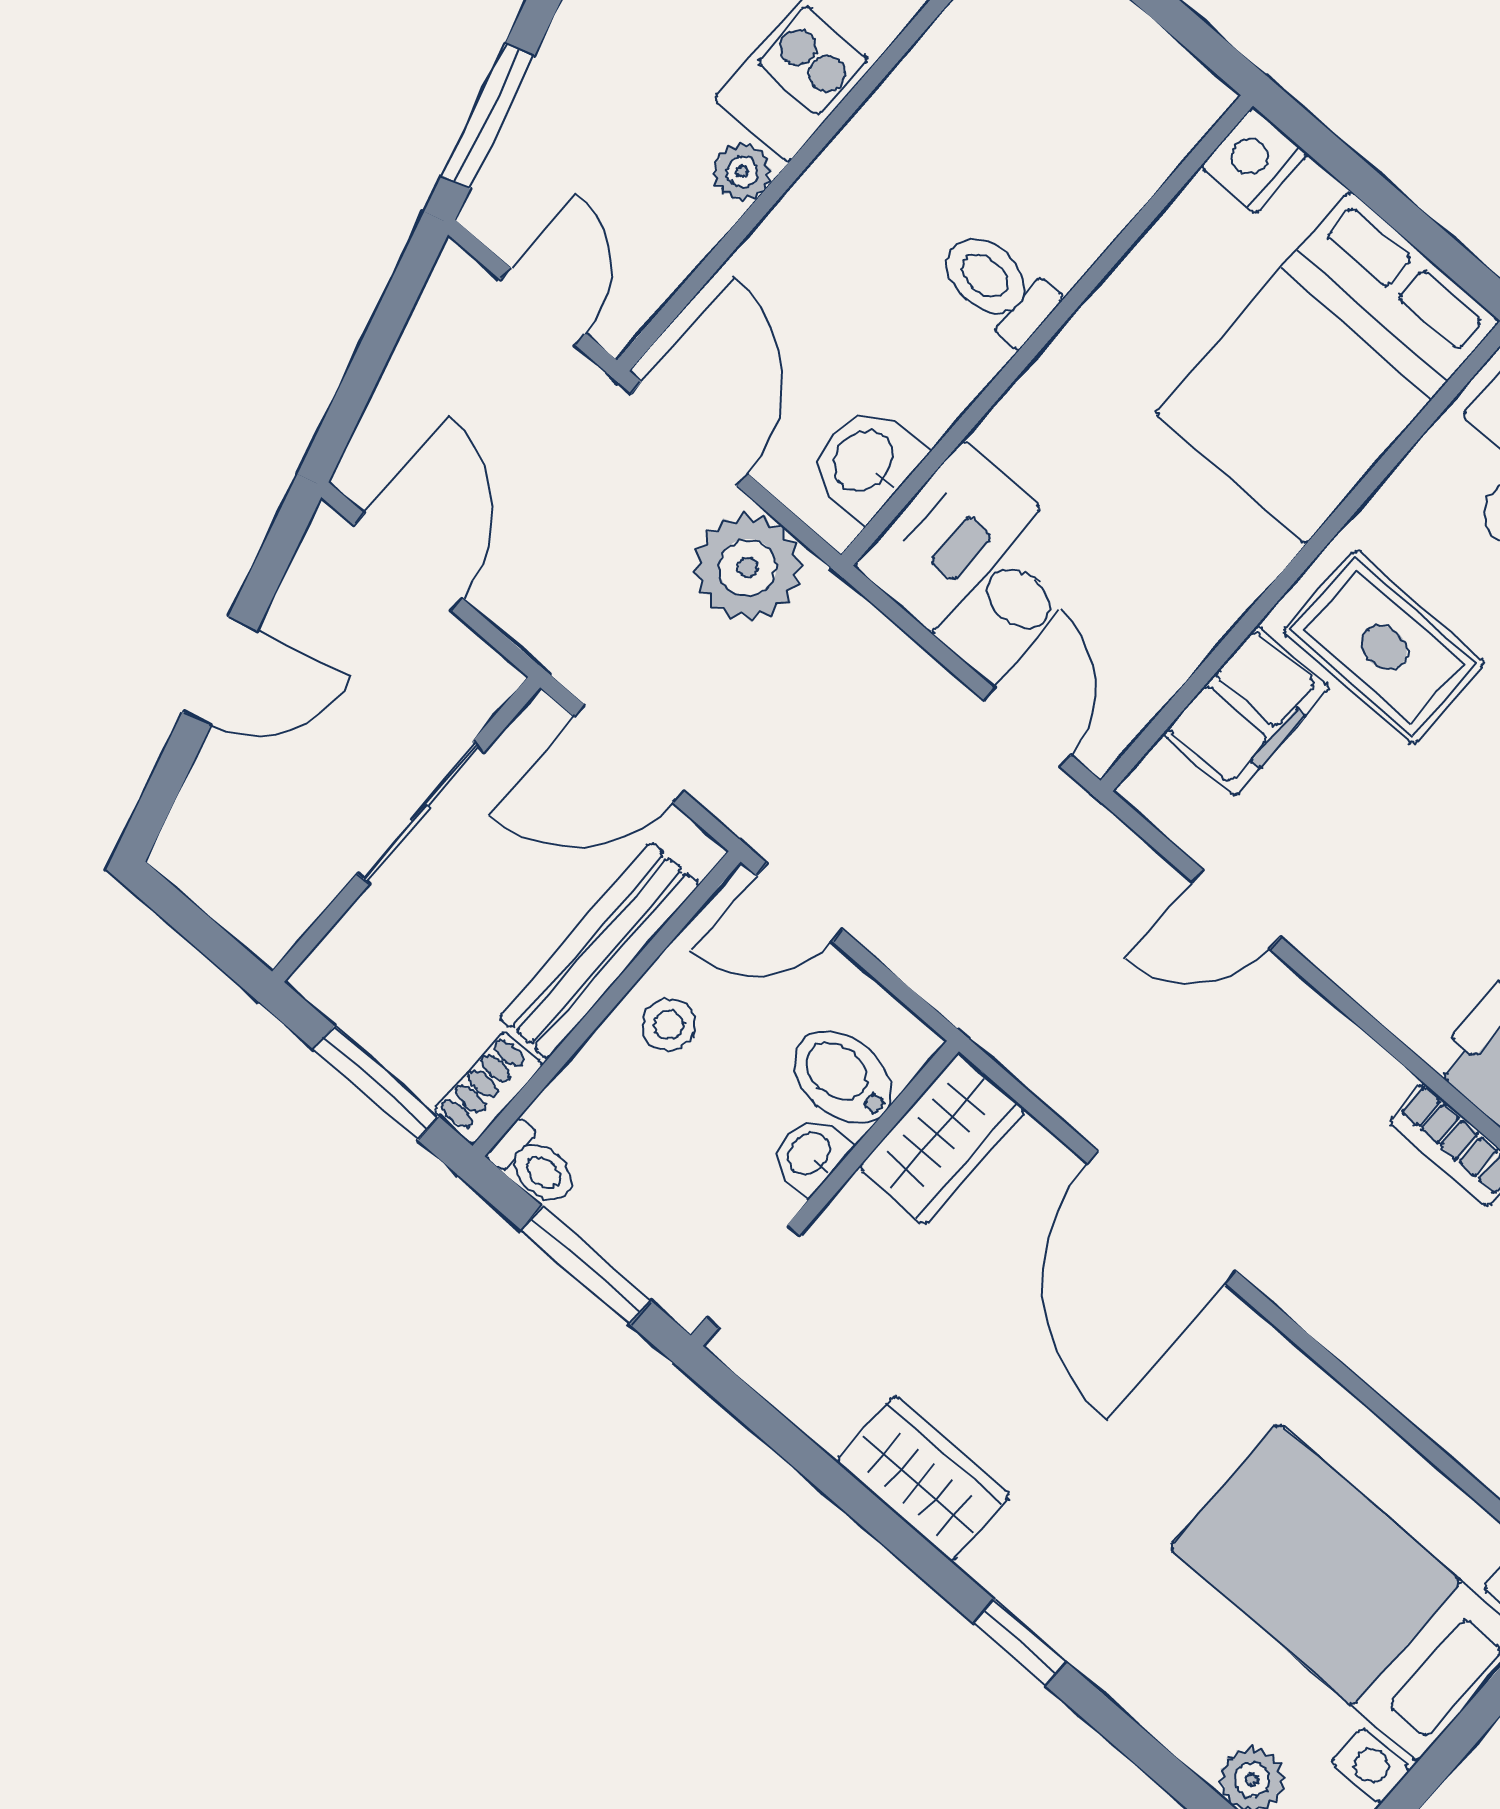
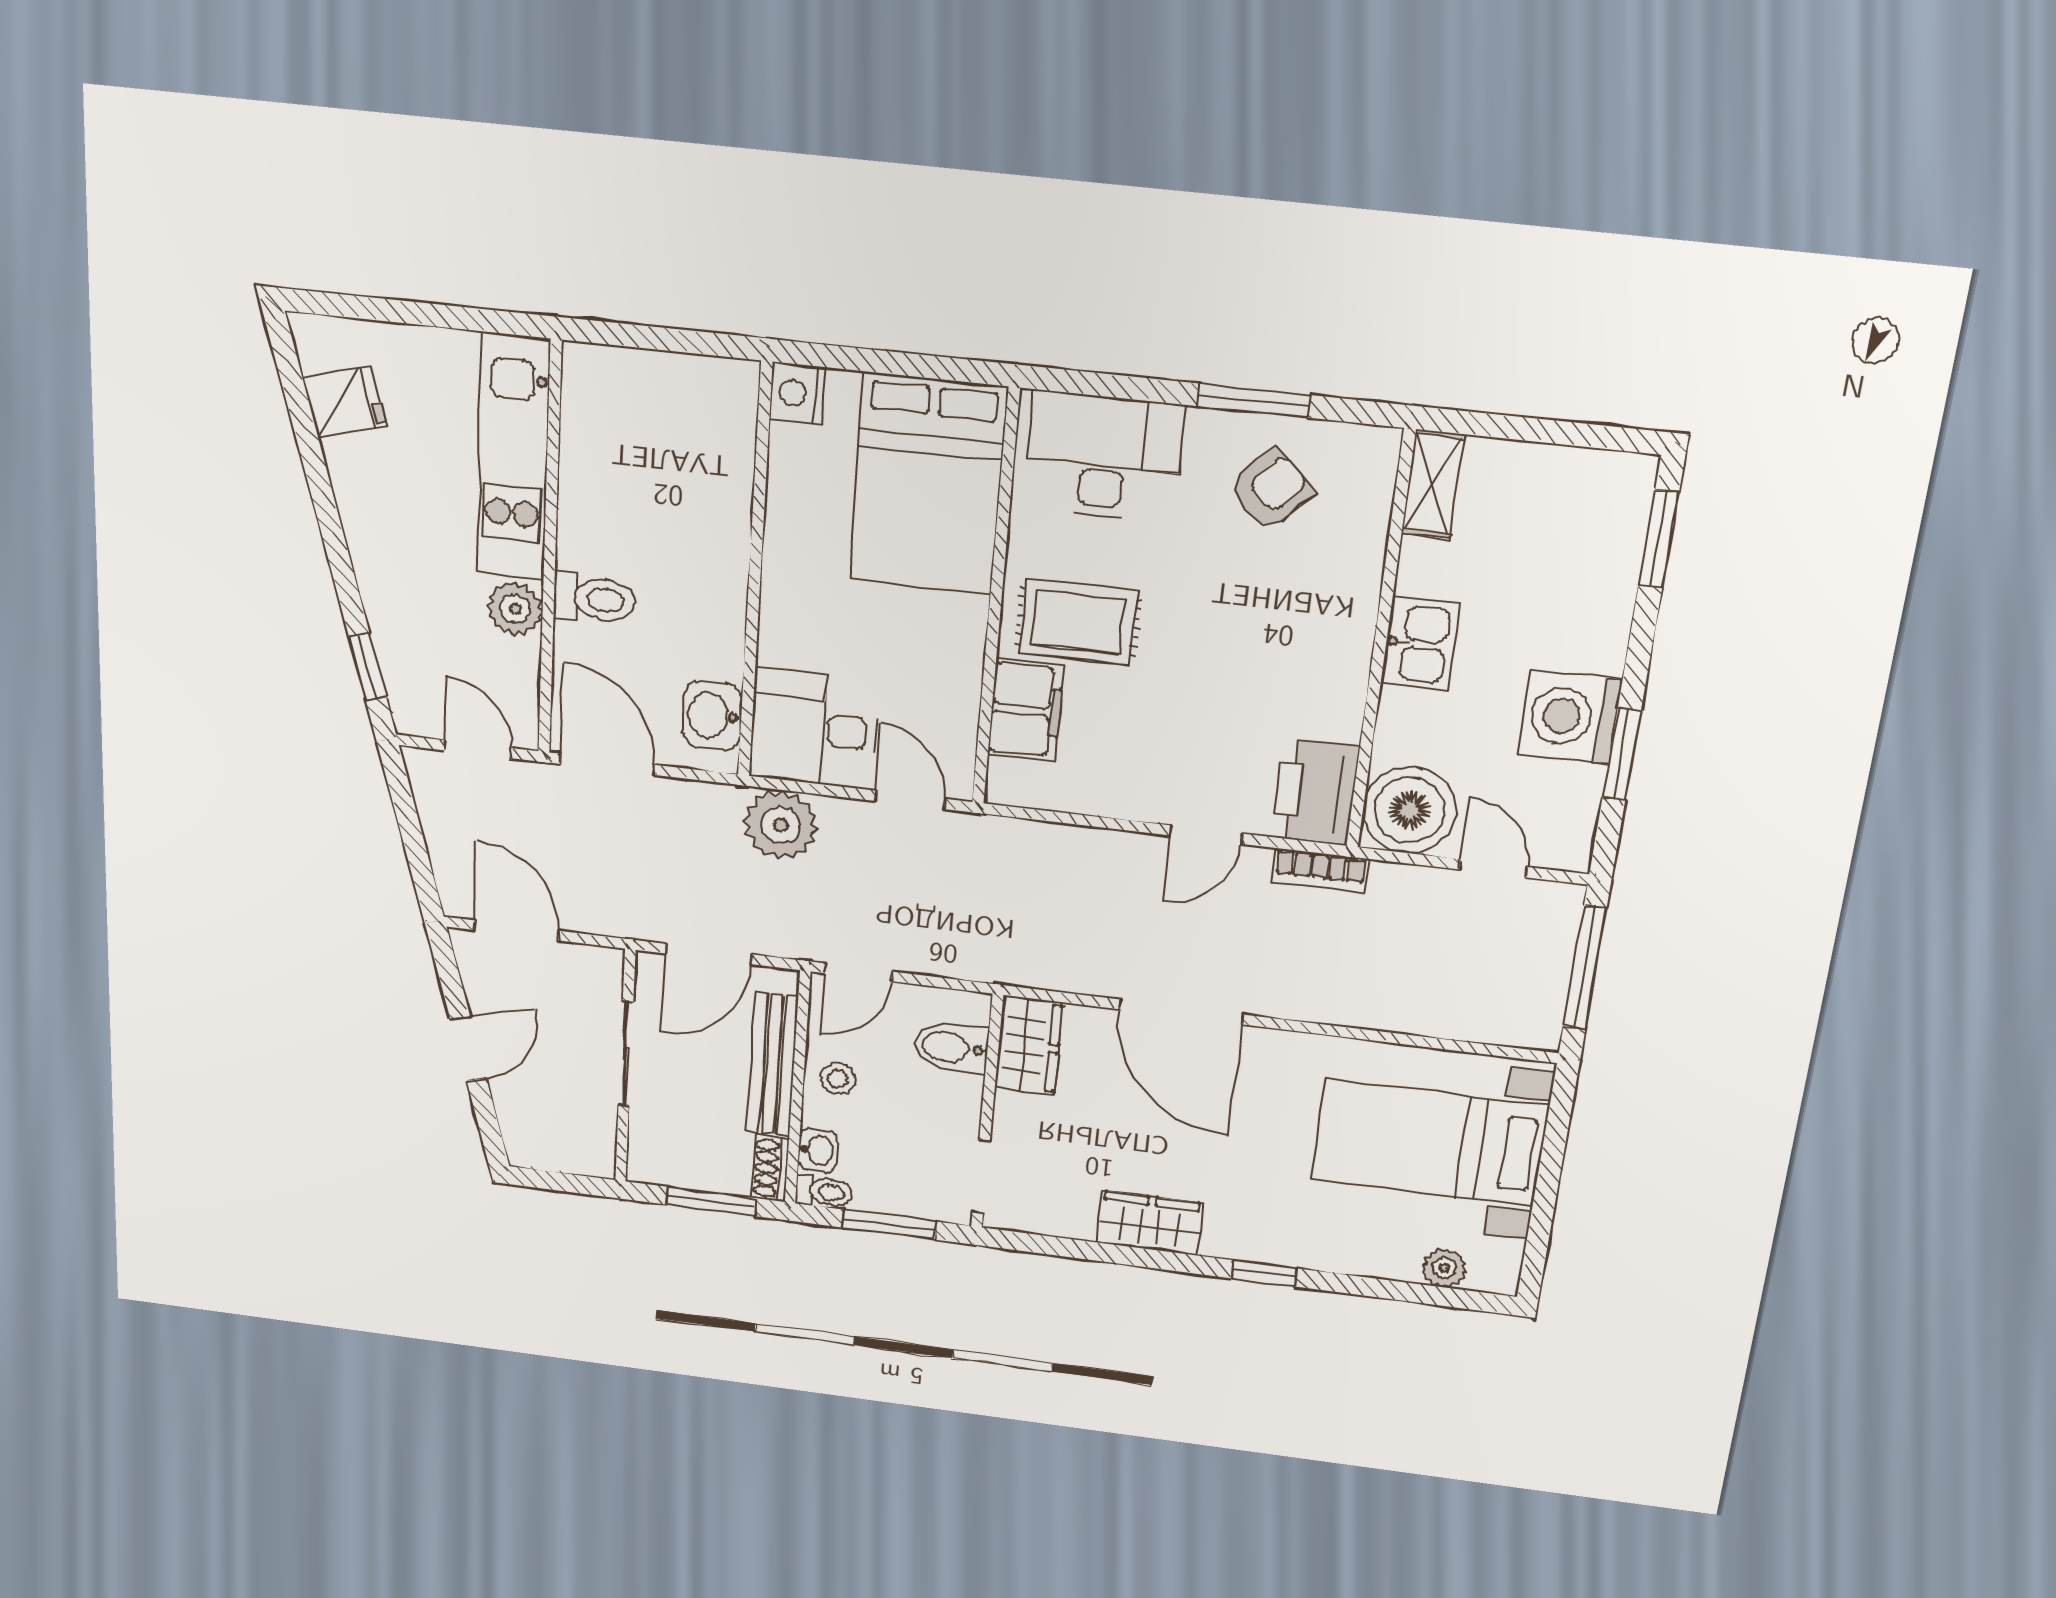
window: (488, 116) -> (368, 667), width x0.67
plant: (742, 172) -> (515, 609), width x1.38, depth x1.38
toilet: (997, 286) -> (594, 599), moved, turned 180
plant: (748, 567) -> (781, 825), moved
door: (1236, 909) -> (1206, 835), moved
washbasin: (810, 1154) -> (818, 1150), moved, turned 180

